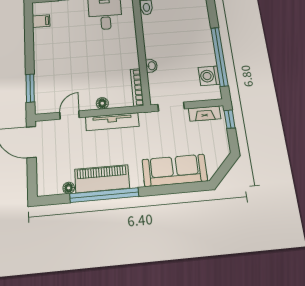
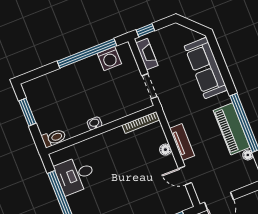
washbasin: (151, 66) -> (95, 123), moved
tv unit: (112, 122) -> (182, 142), width x0.71

